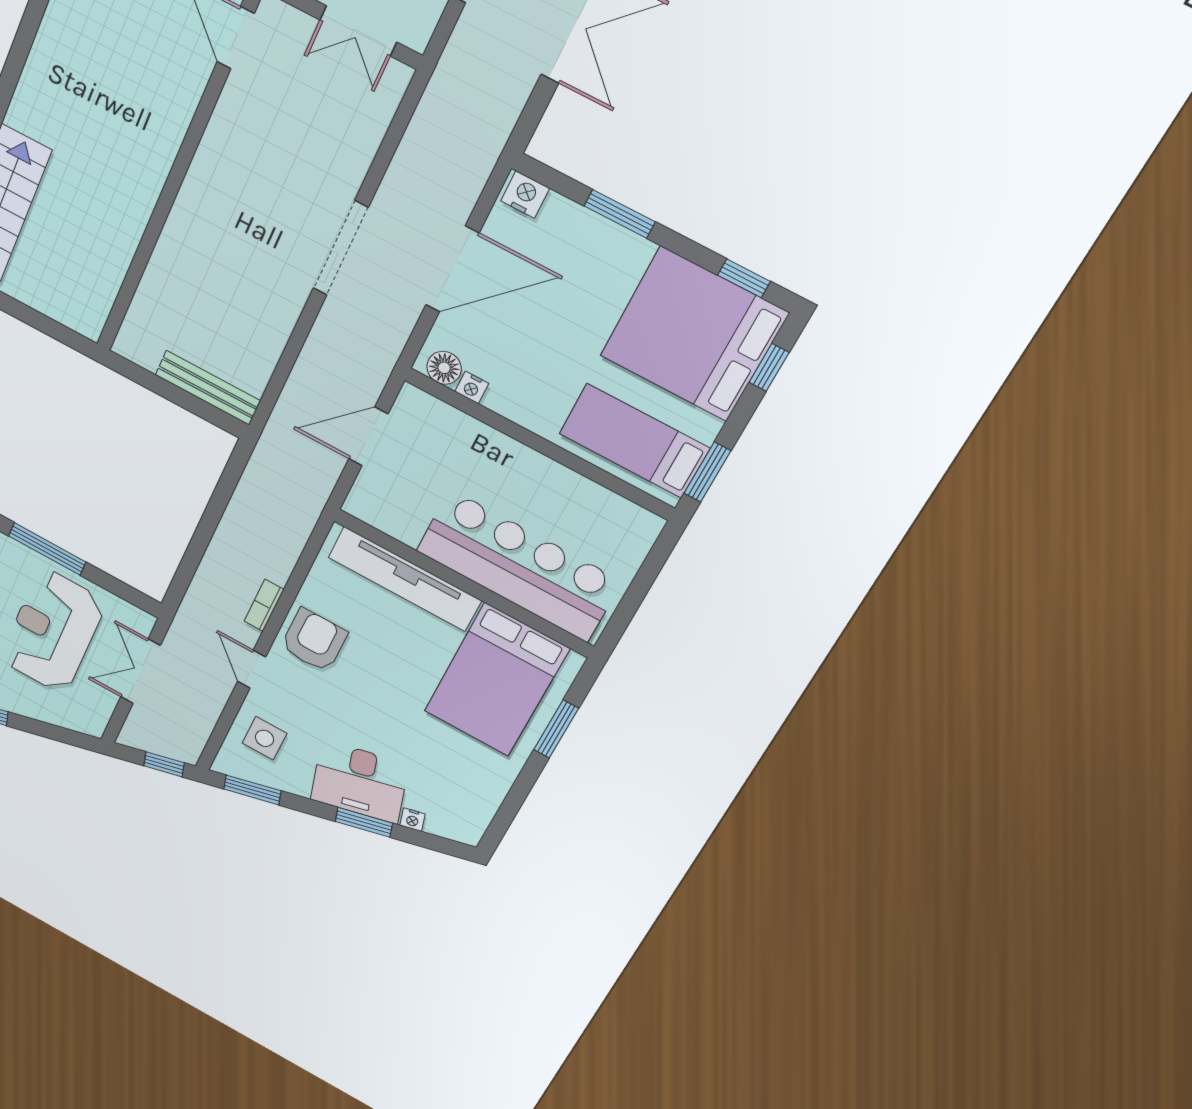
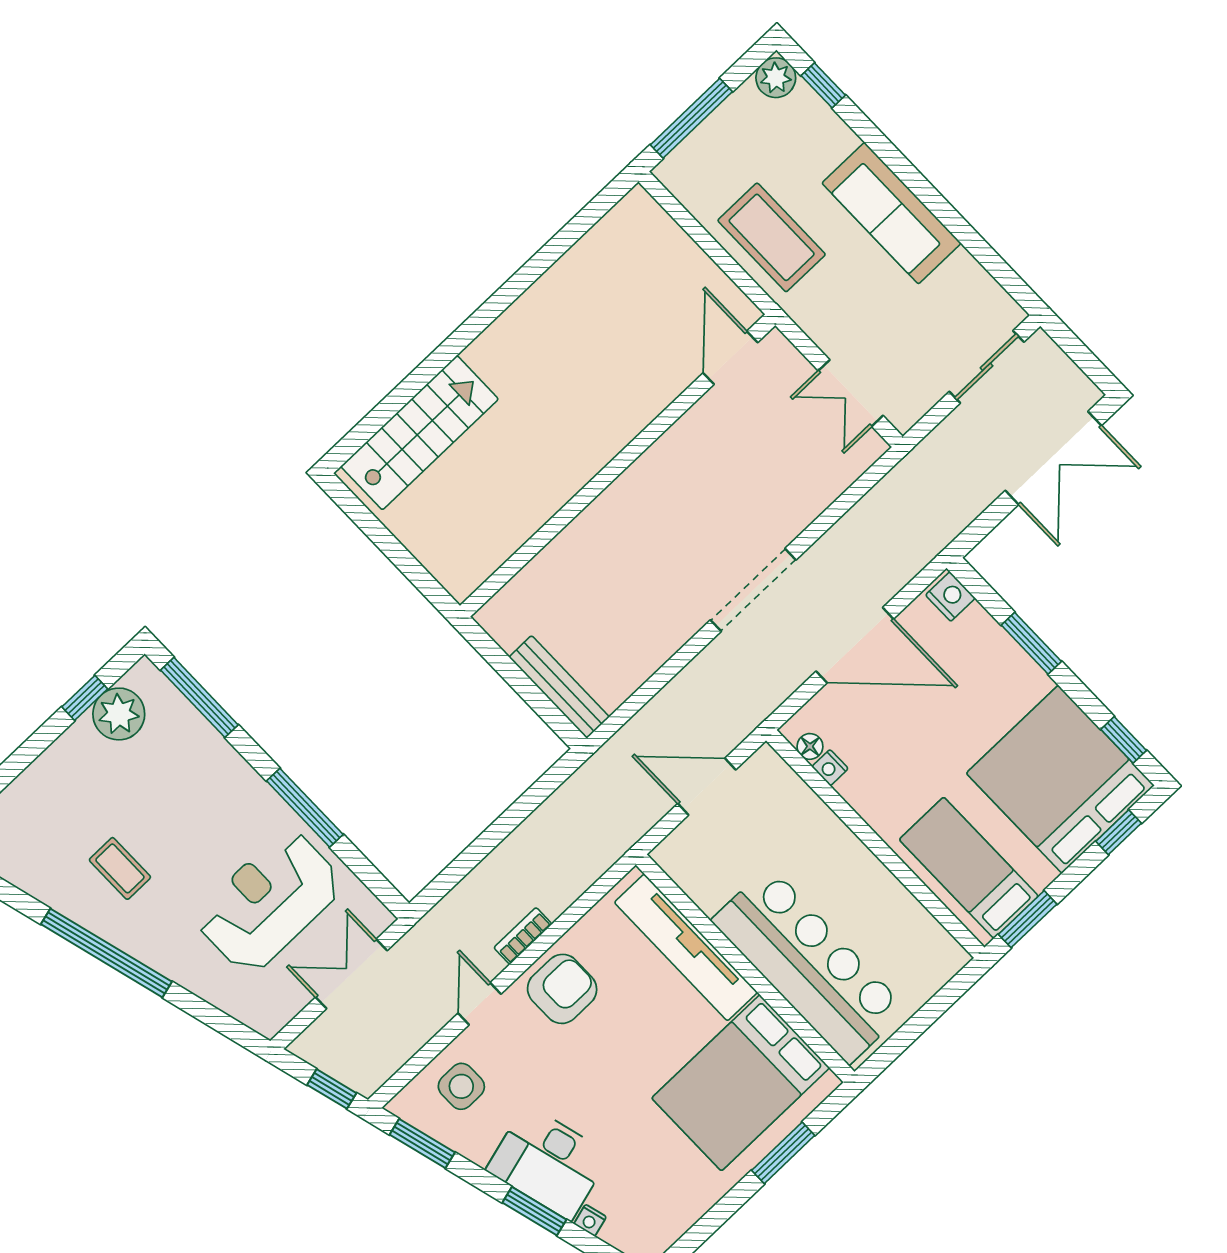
floor lamp: (444, 368) -> (810, 746), width x0.73, depth x0.73

